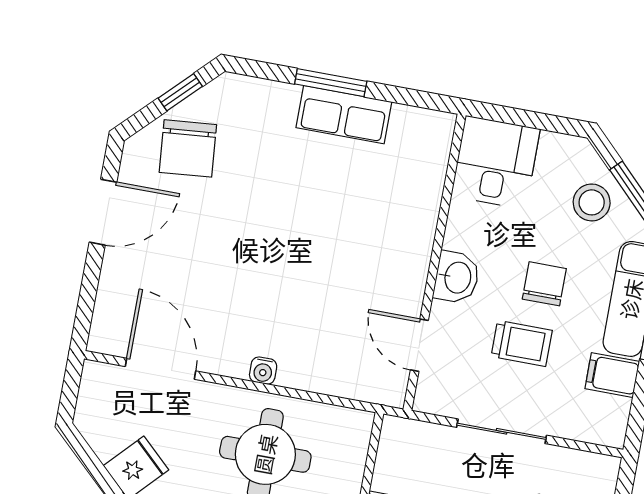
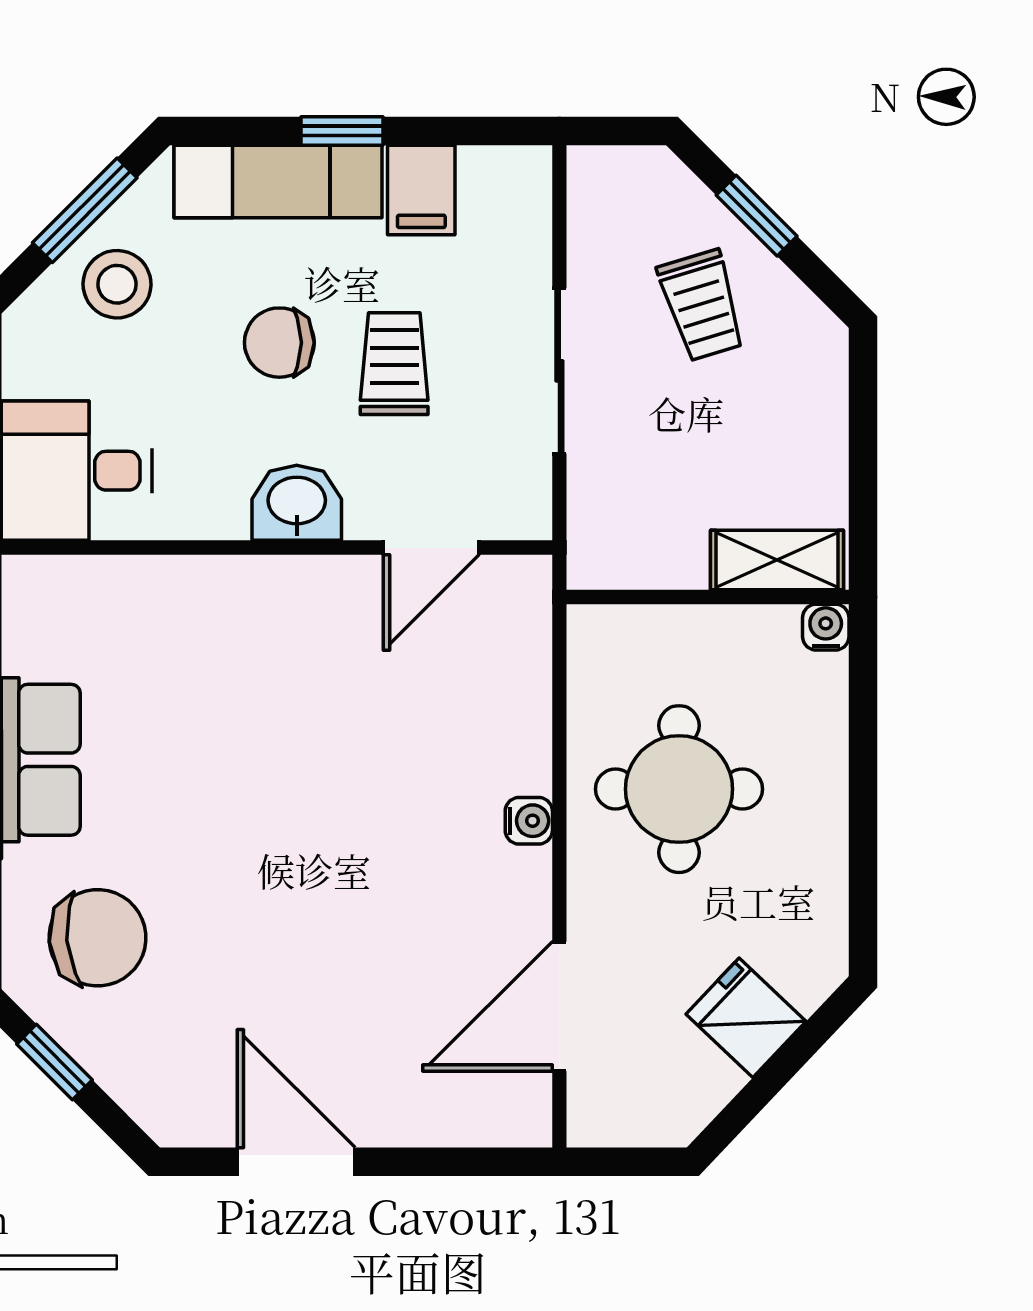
chair: (188, 148) -> (97, 938), moved

